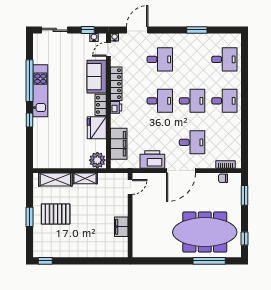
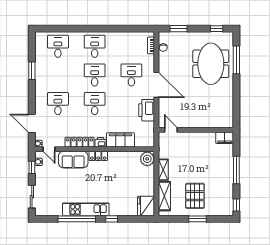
fridge: (97, 128) -> (146, 206), moved, turned 90
filing cabinet: (119, 144) -> (120, 140), moved
filing cabinet: (121, 227) -> (225, 138), moved
meeting table: (205, 232) -> (211, 64), width x0.73
window: (85, 261) -> (236, 170), added

